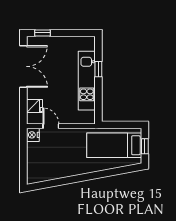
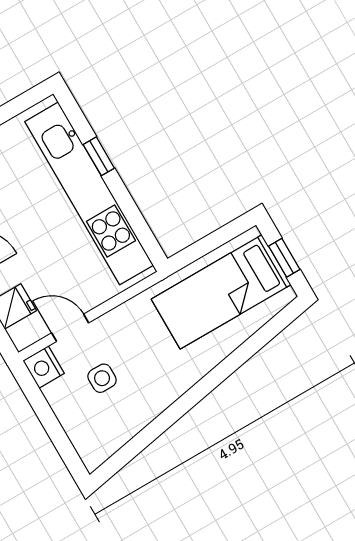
kitchen unit: (87, 81) -> (89, 193), width x1.36
side table: (52, 152) -> (102, 378), added

